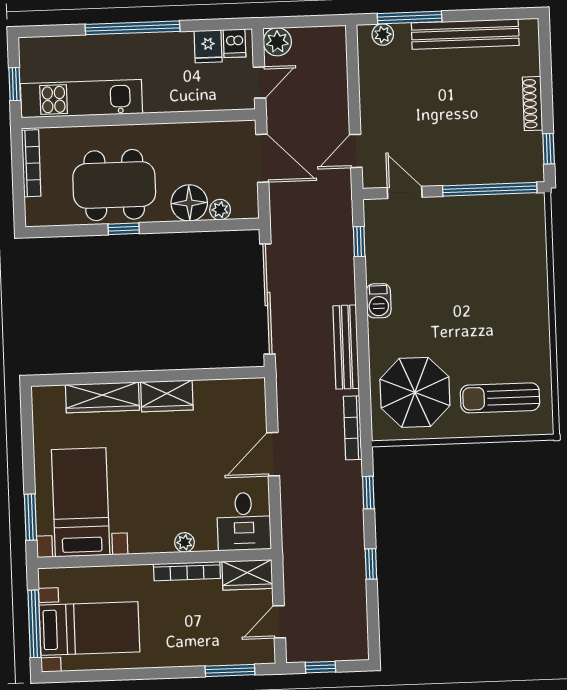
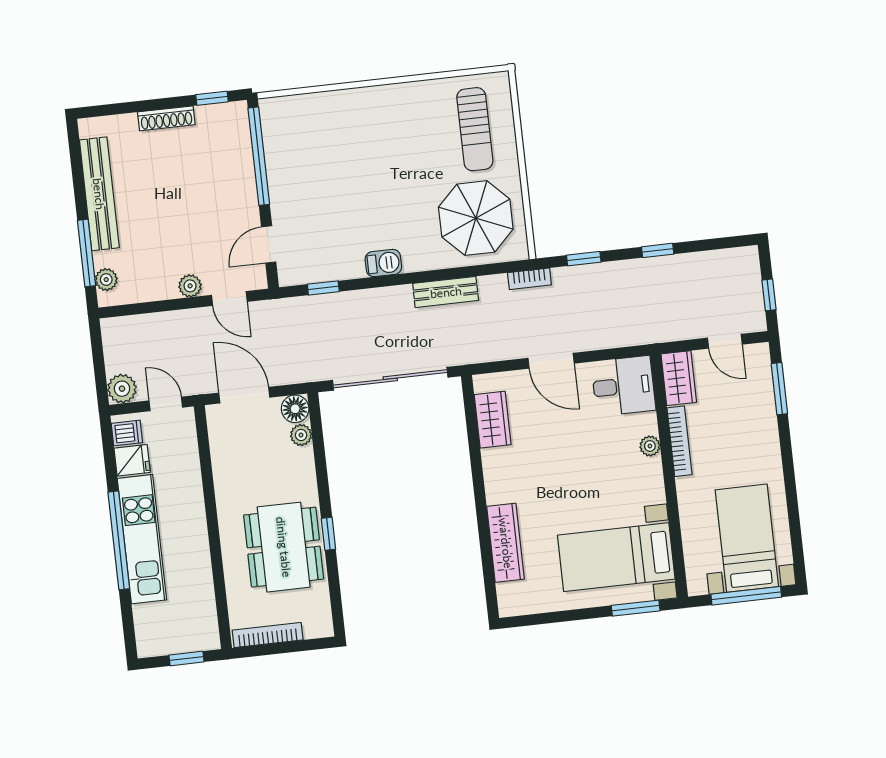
kitchen unit: (81, 99) -> (142, 539), moved, turned 180
plant: (371, 114) -> (190, 286), added
door: (262, 158) -> (244, 395), hinge flipped
floor lamp: (189, 203) -> (295, 409), moved, width x0.73, depth x0.73
bench: (346, 347) -> (446, 292), width x0.73
wardrobe: (167, 396) -> (493, 420), moved
bookcase: (353, 428) -> (529, 279), width x0.64

